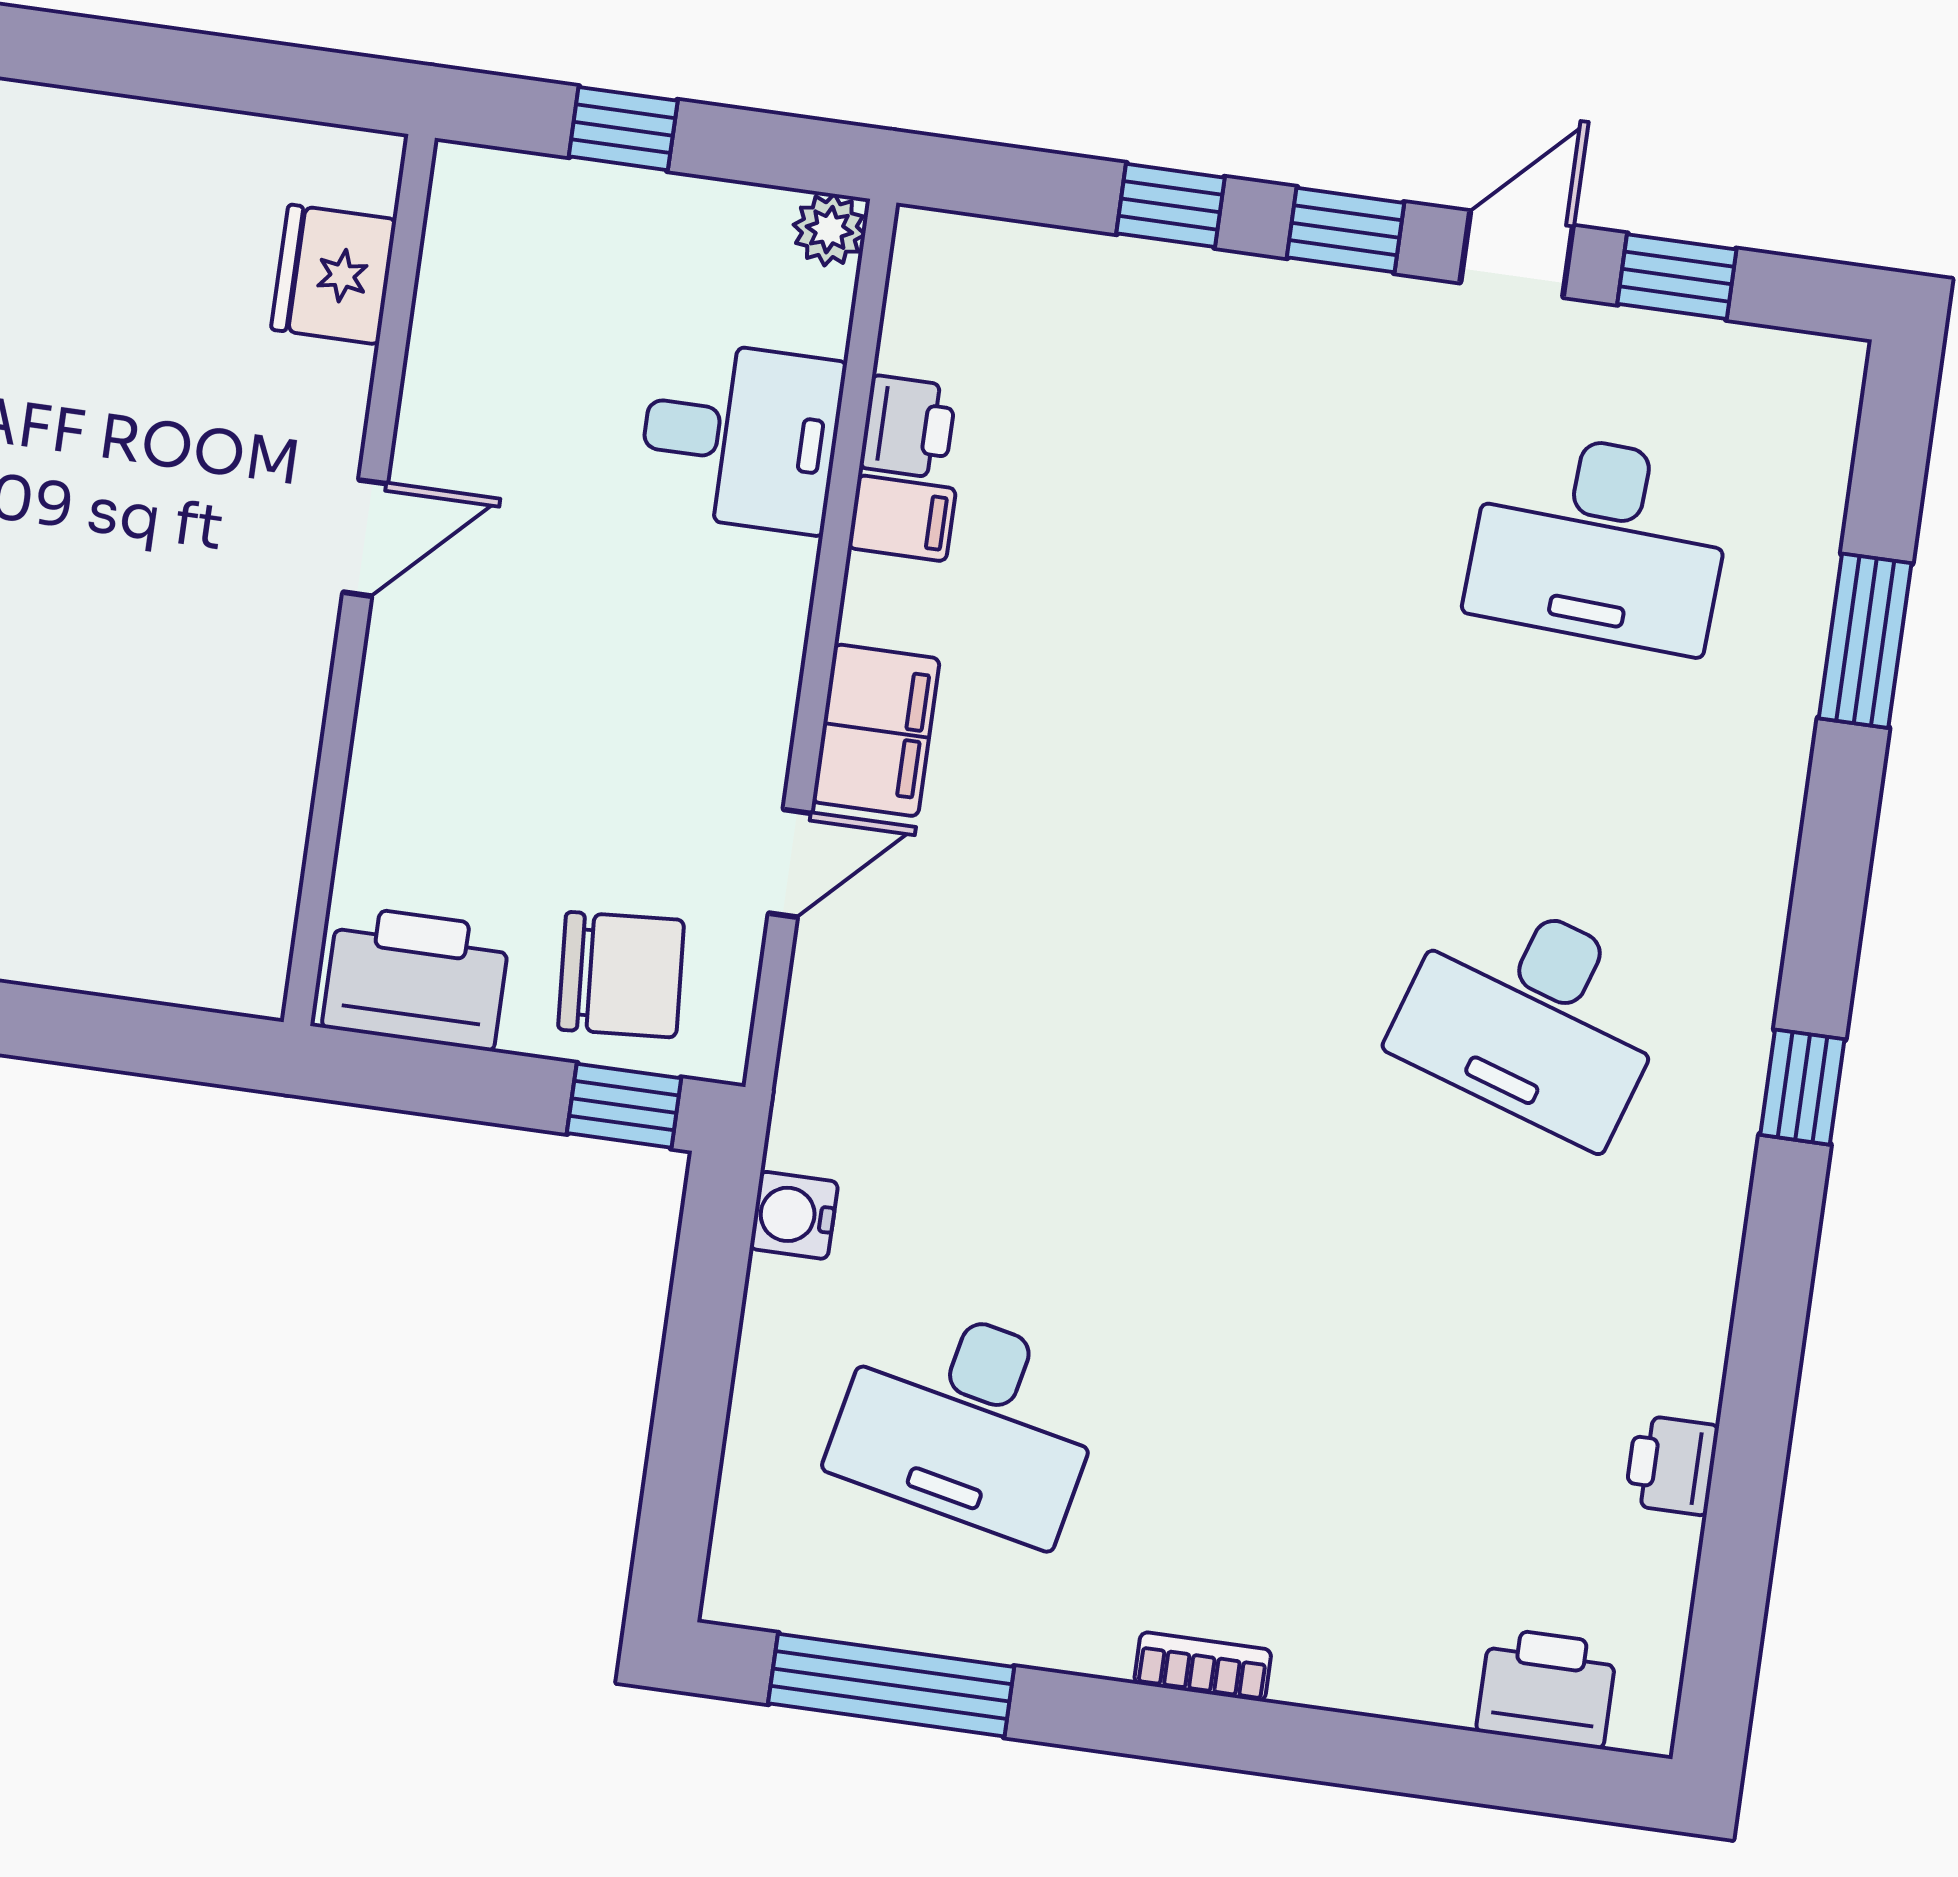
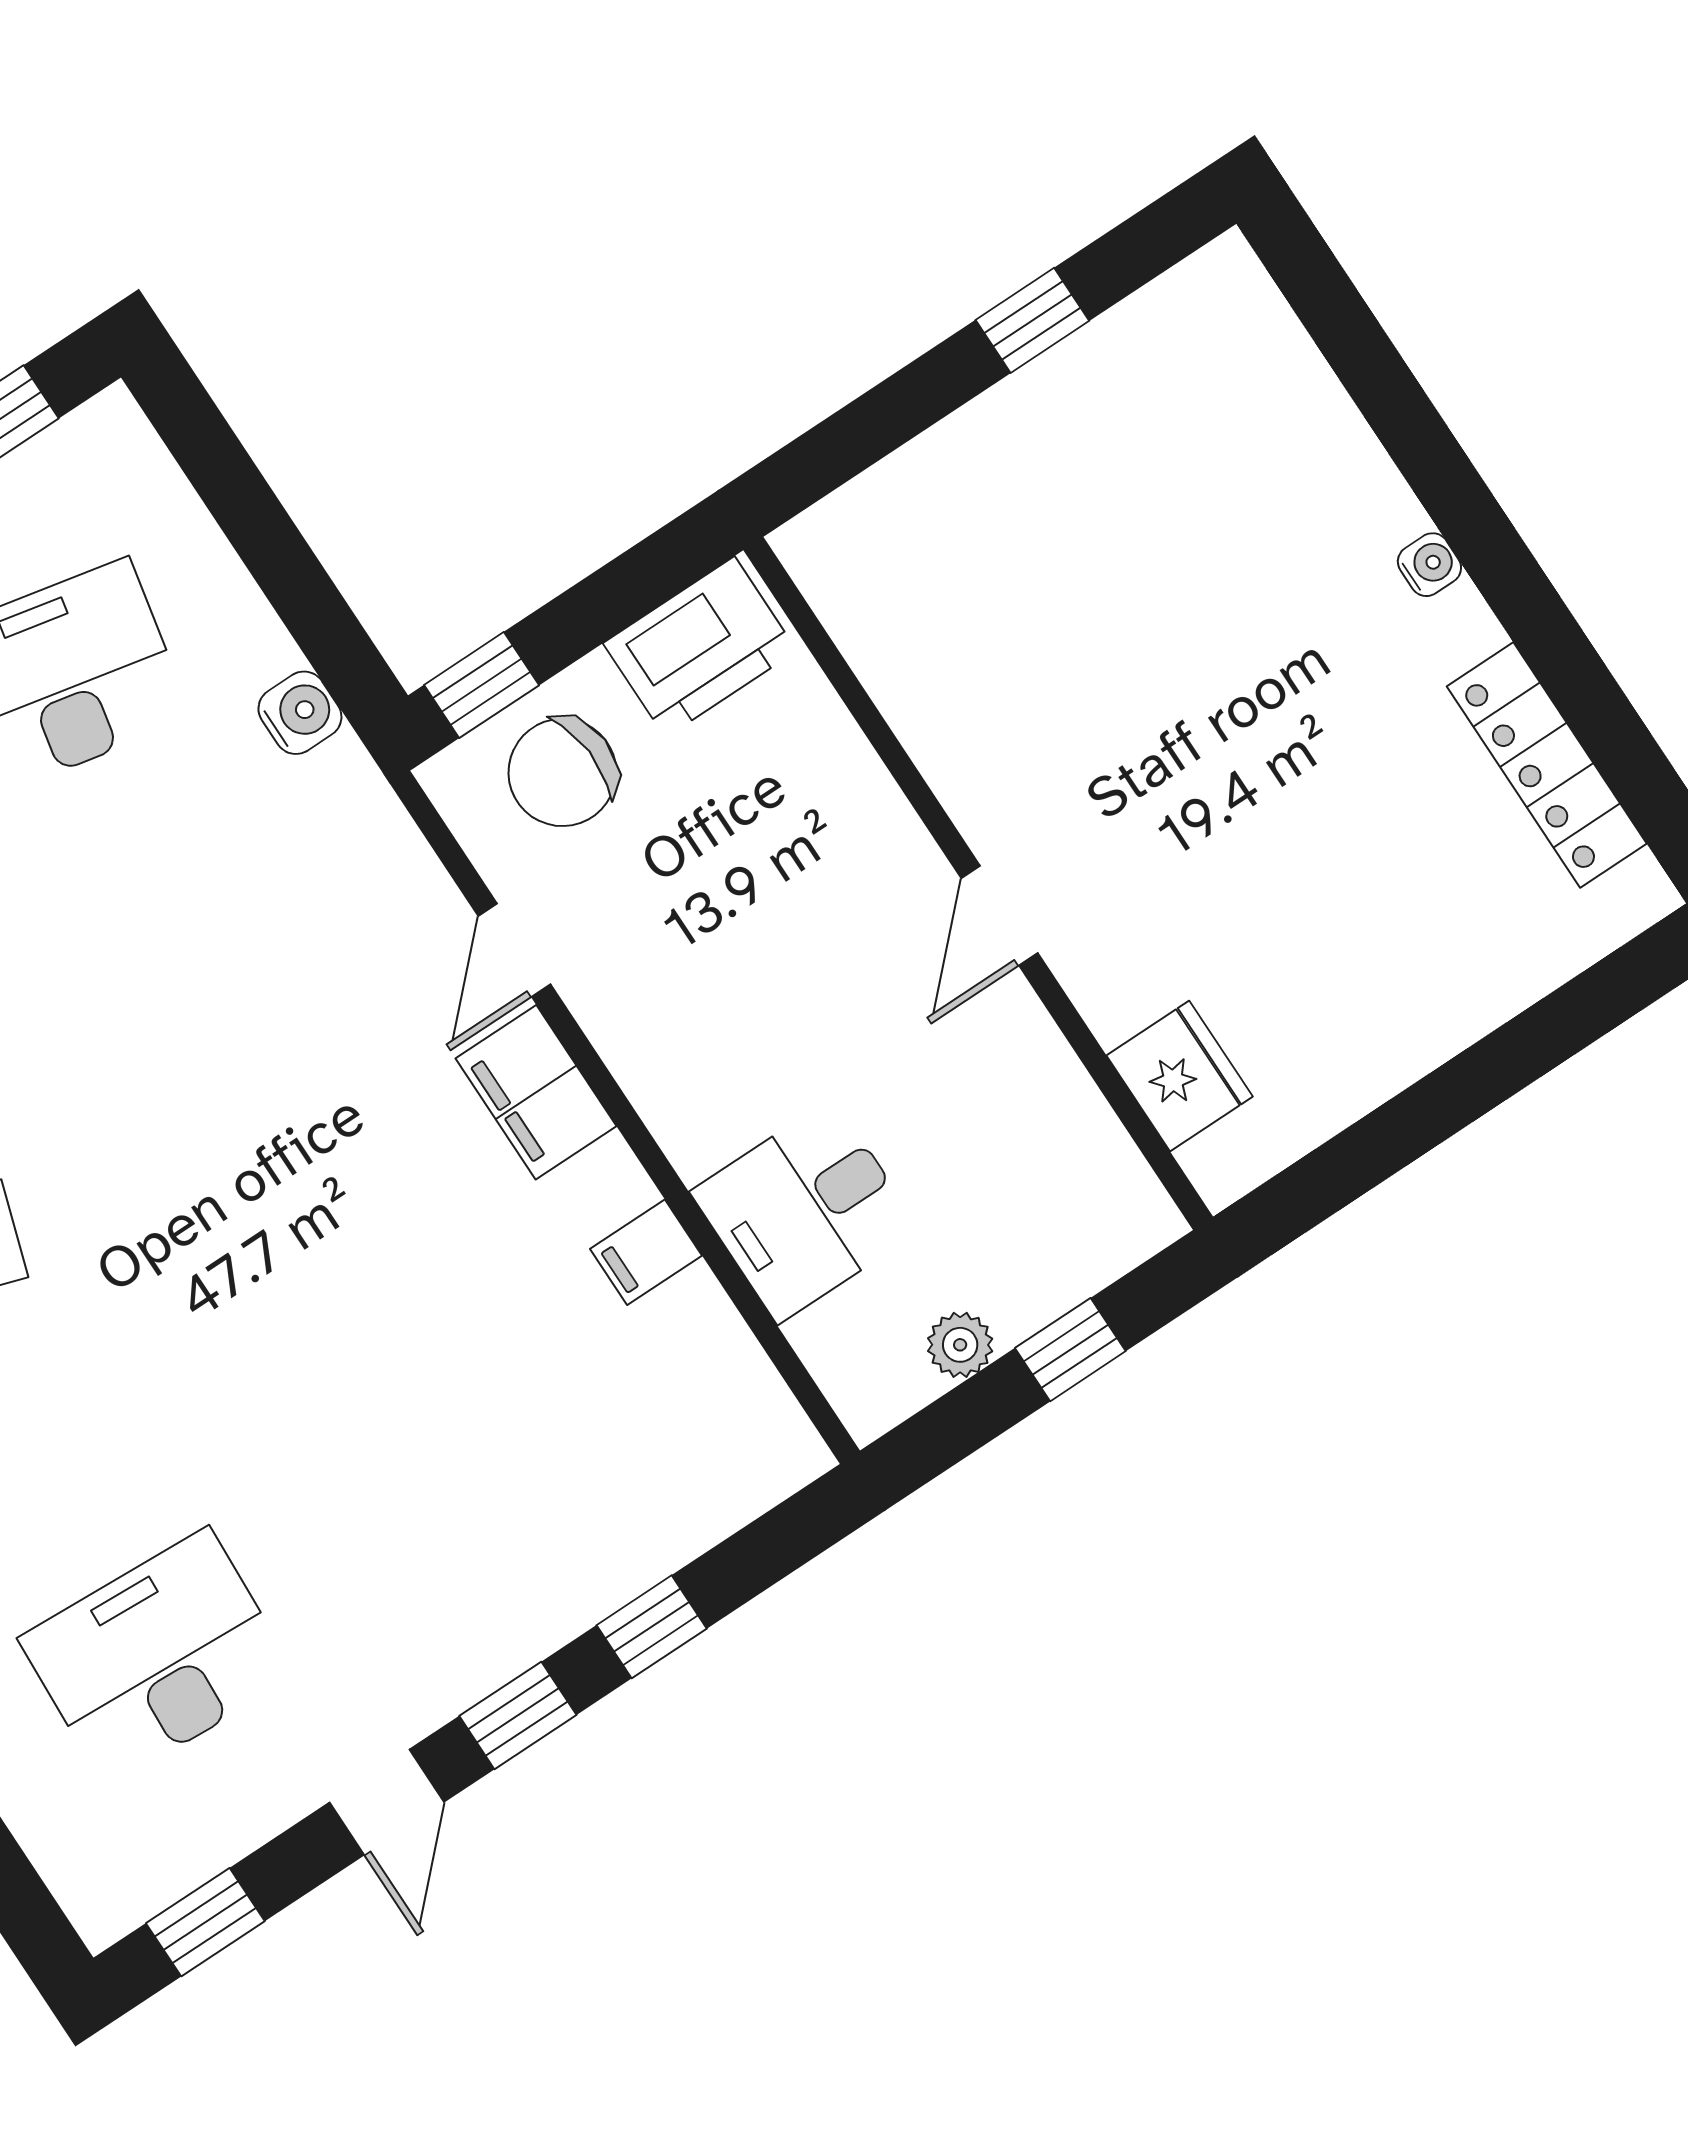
plant: (829, 230) -> (960, 1345), moved
window: (1677, 277) -> (205, 1922), moved
printer: (908, 427) -> (697, 1318), removed

